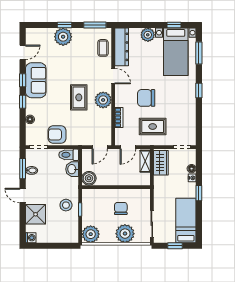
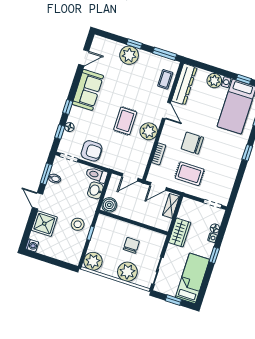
window: (23, 80) -> (60, 132), moved
armchair: (57, 135) -> (92, 151), turned 180
wardrobe: (161, 163) -> (180, 232), moved

